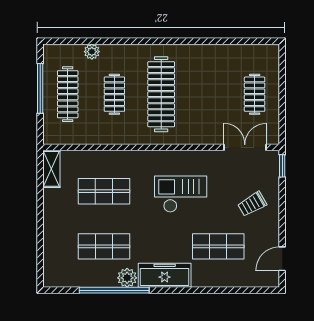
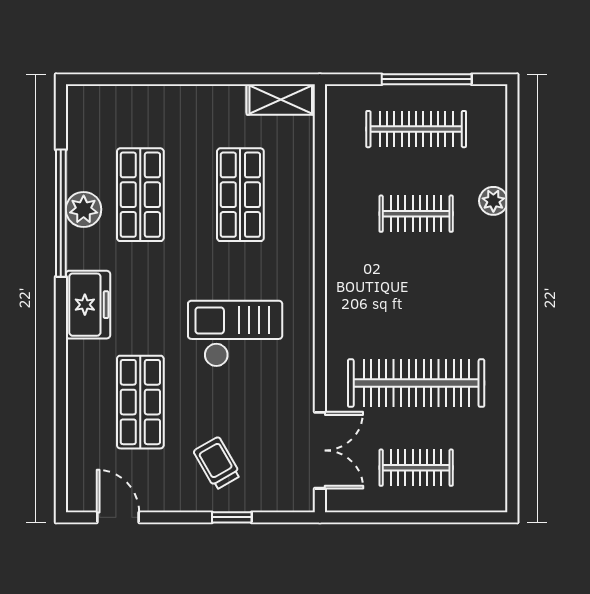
plant: (92, 52) -> (493, 201), moved
clothes rail: (161, 94) -> (416, 383), moved
window: (282, 166) -> (232, 517), moved
checkout: (181, 194) -> (235, 334), turned -90
freezer: (165, 275) -> (88, 305), width x0.71
plant: (127, 278) -> (84, 209), moved

